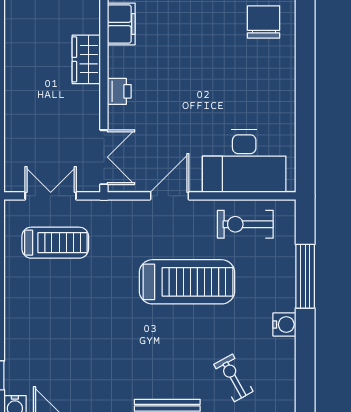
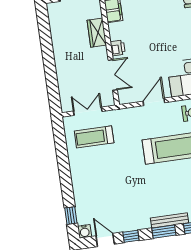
double door: (104, 157) -> (113, 75), moved
treadmill: (55, 243) -> (94, 137), turned 180

